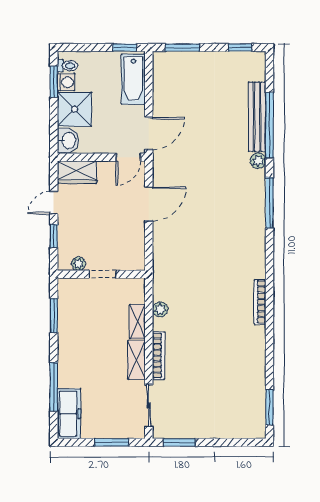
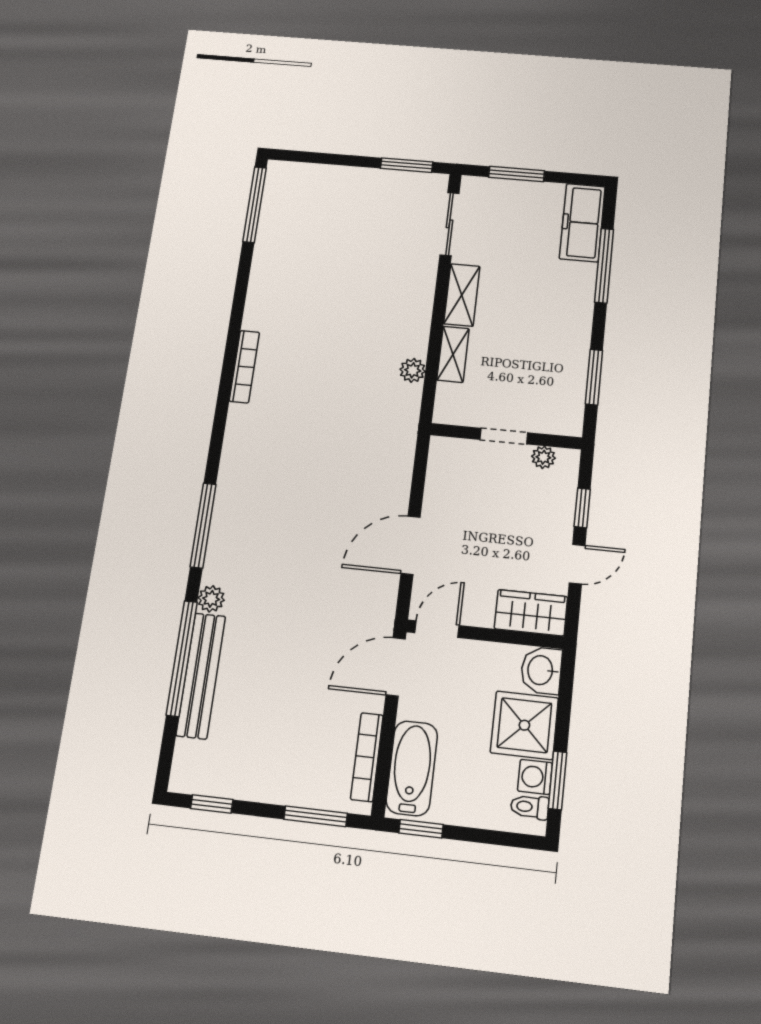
bookcase: (159, 355) -> (367, 757), moved
window: (269, 407) -> (255, 205), width x1.44

